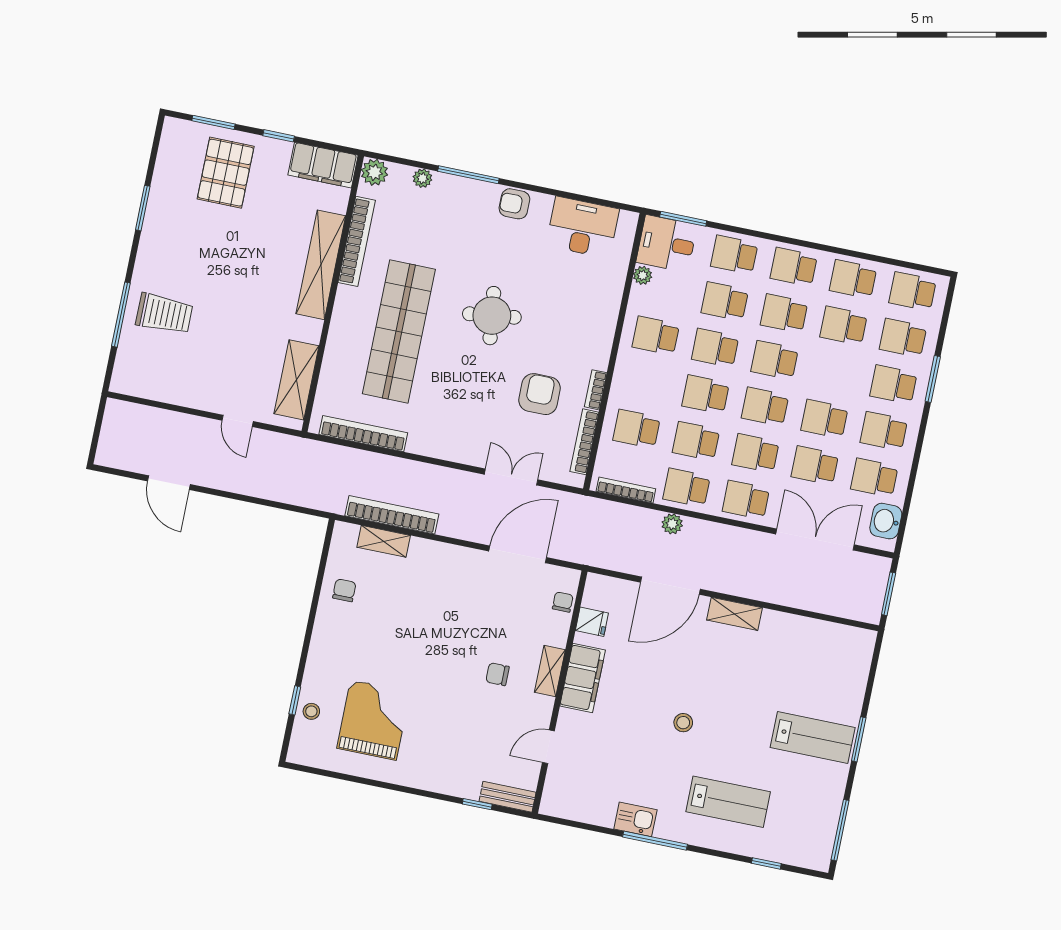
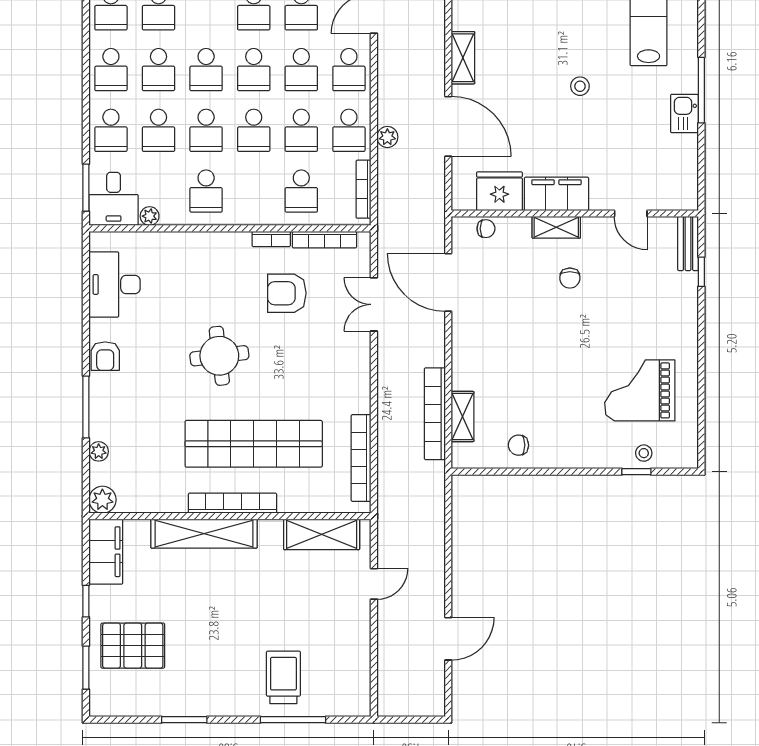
bookcase: (357, 241) -> (233, 503), moved
chair: (563, 602) -> (486, 229), turned 180
fridge: (592, 622) -> (499, 191), width x1.88, depth x1.34

